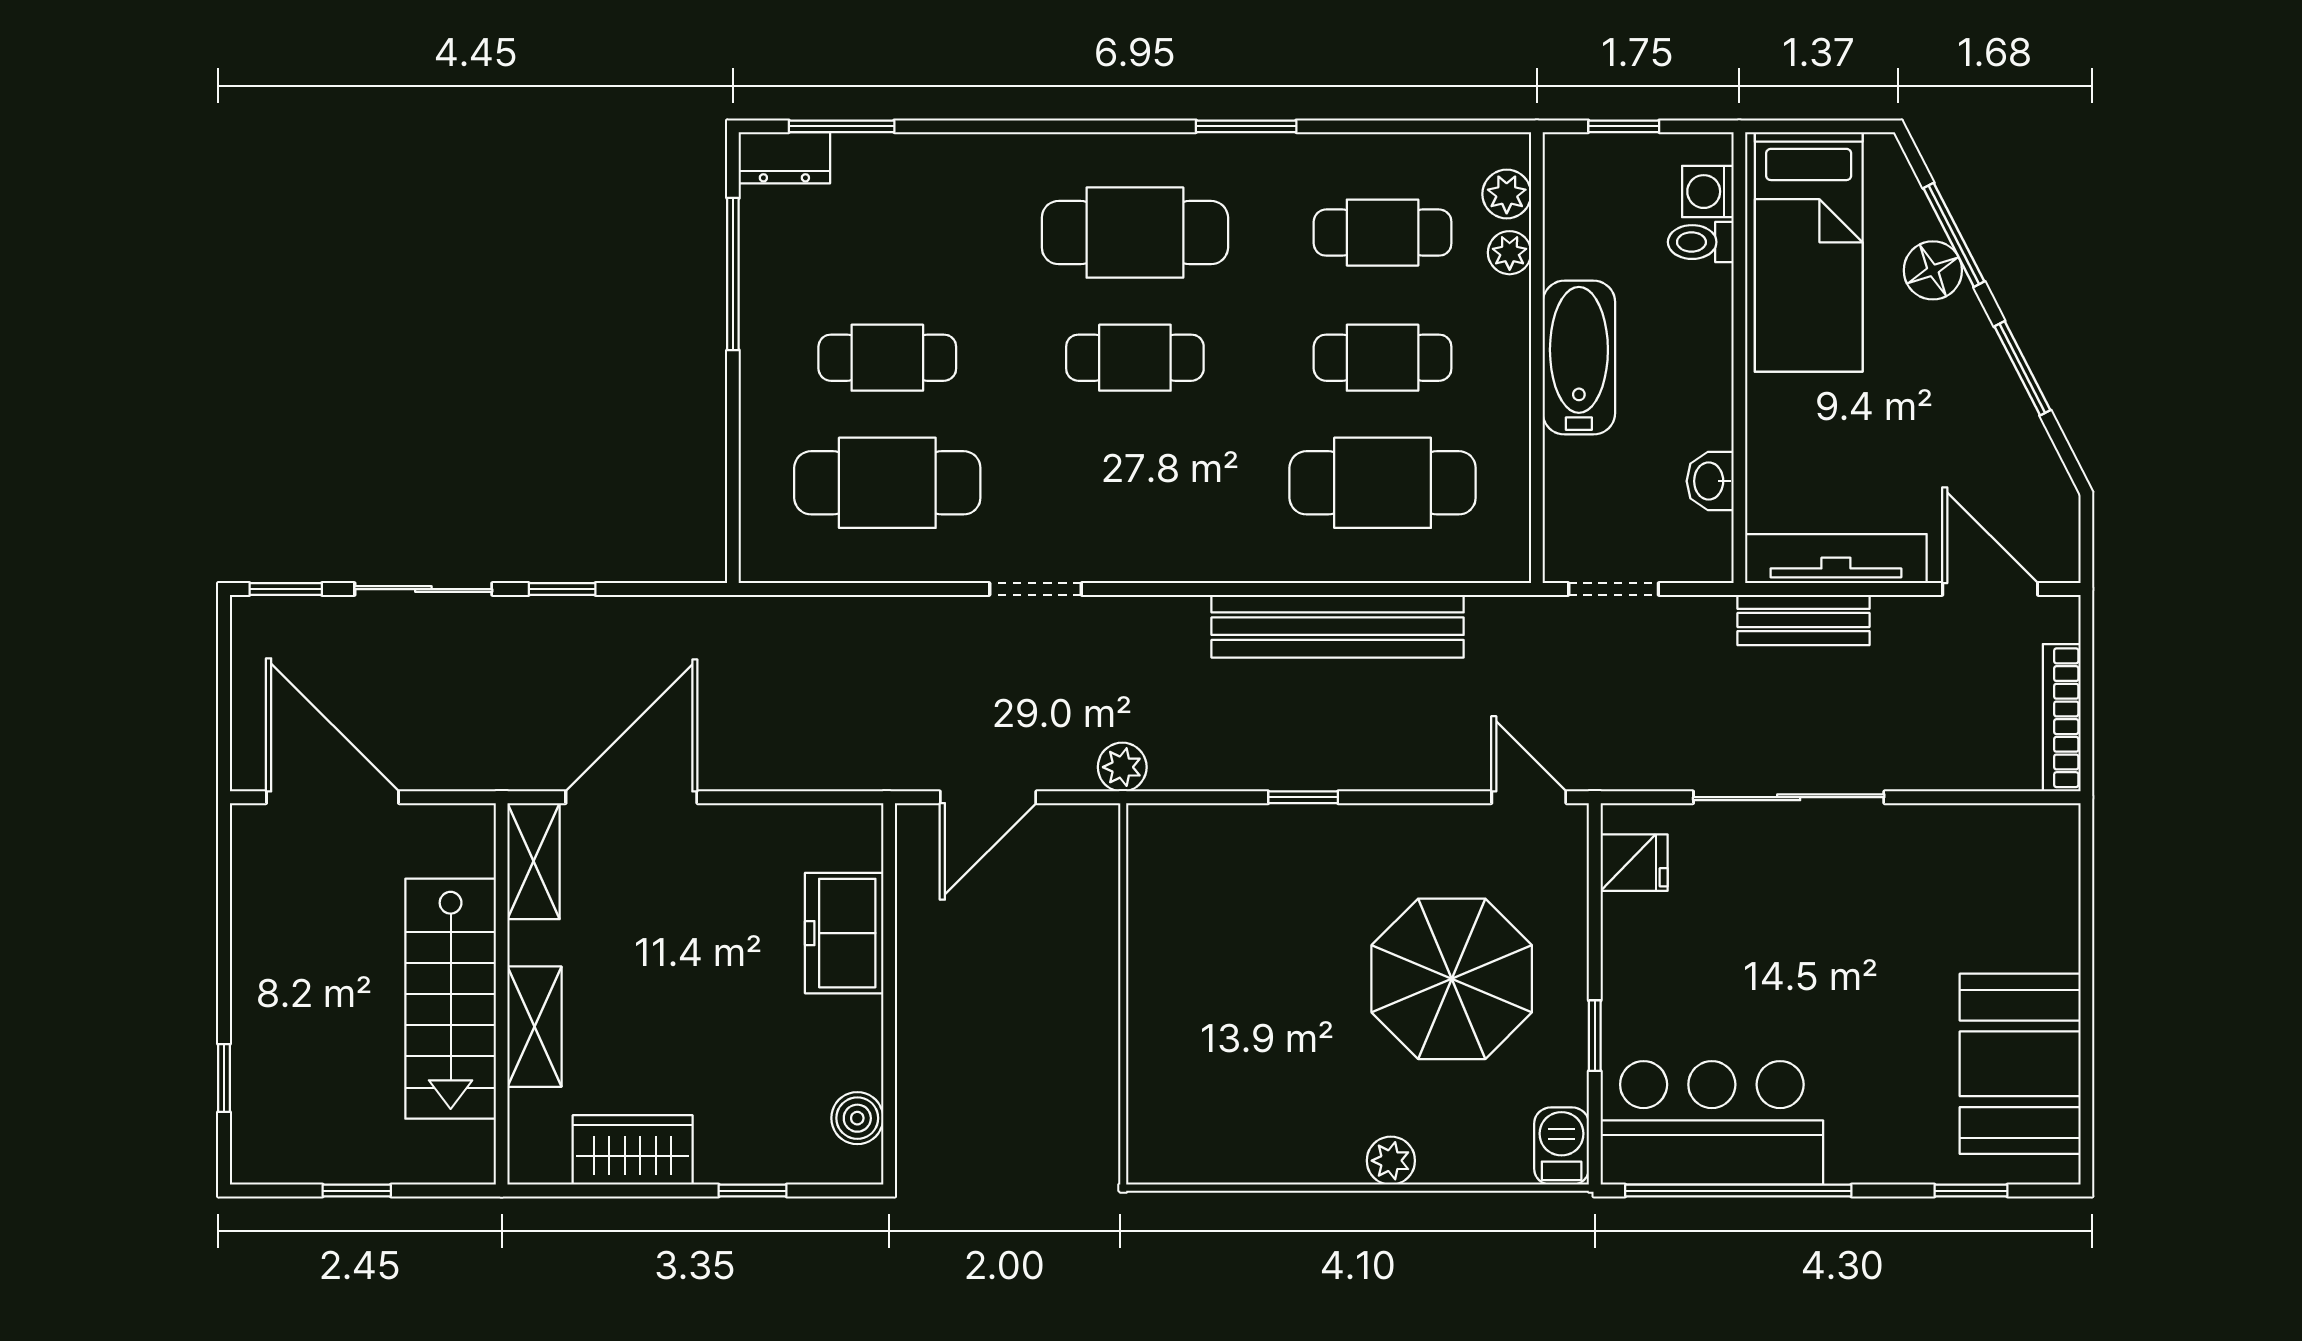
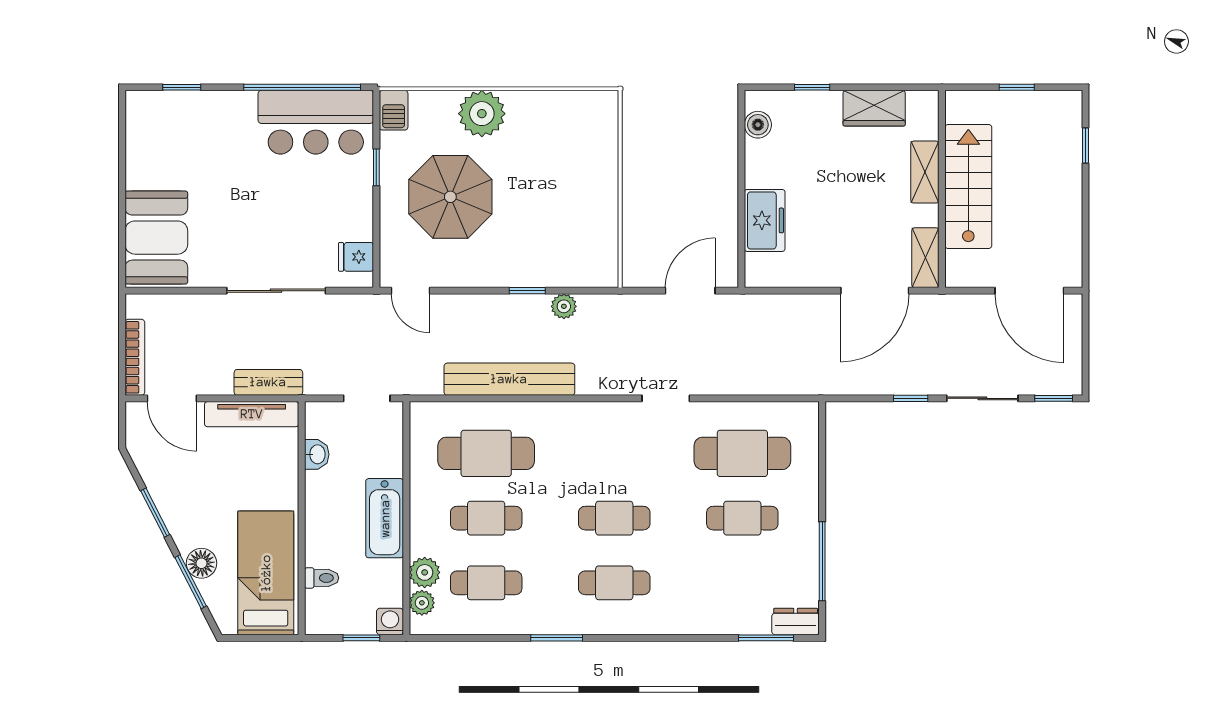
washing machine: (1708, 192) -> (390, 622), moved, turned -90
cafe table: (1135, 233) -> (614, 583), width x0.73, depth x0.74
plant: (1510, 253) -> (425, 572), width x1.38, depth x1.38
bookcase: (2062, 718) -> (135, 357), moved
plant: (1122, 767) -> (564, 306), moved
booth: (2020, 1064) -> (156, 238), moved
plant: (1391, 1161) -> (482, 114), width x1.88, depth x1.88

